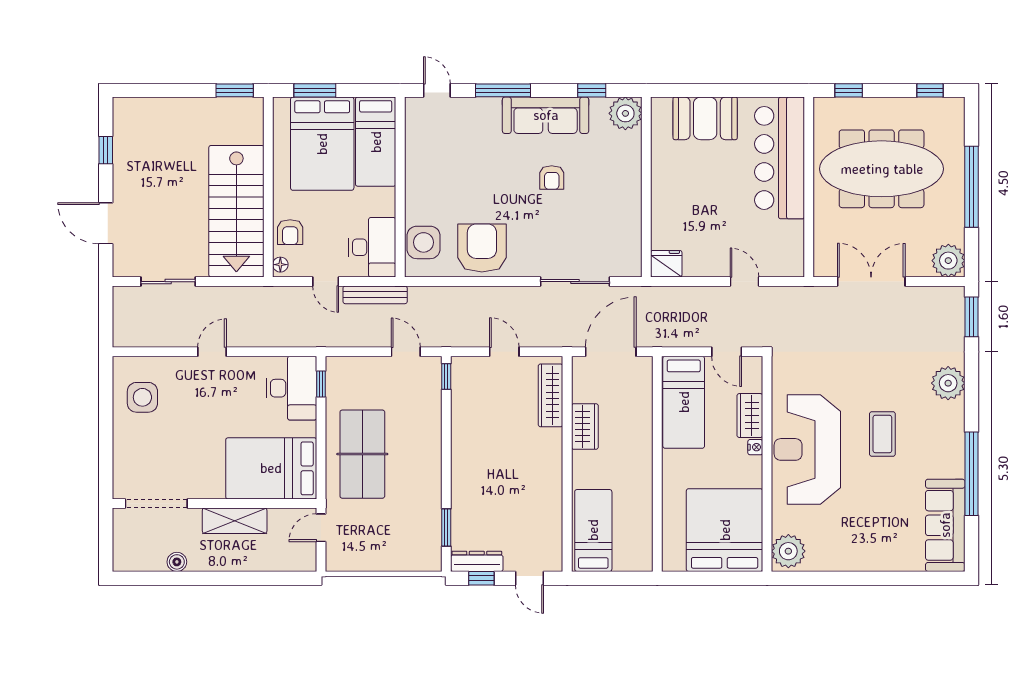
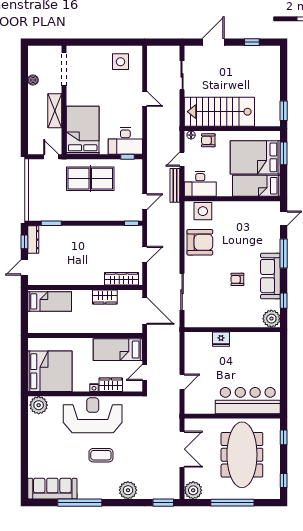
booth: (705, 118) -> (269, 361), removed
fridge: (666, 264) -> (221, 339), moved, turned 90

